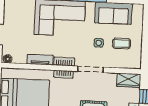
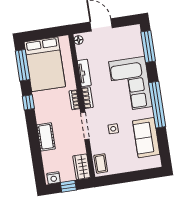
coffee table: (121, 43) -> (101, 163), moved

